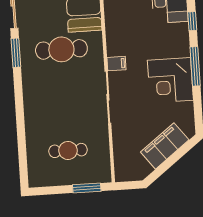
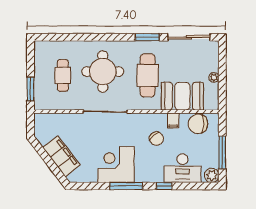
chair: (136, 34) -> (156, 139), added
filing cabinet: (116, 64) -> (173, 121), moved
round table: (60, 103) -> (103, 72), added

